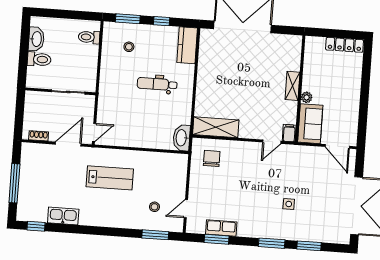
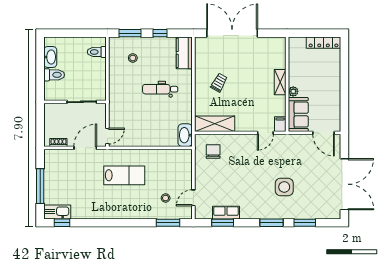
trolley: (224, 81) -> (219, 83), added
side table: (289, 204) -> (284, 187), width x1.87, depth x1.87
kitchen sink: (63, 216) -> (57, 212), moved

